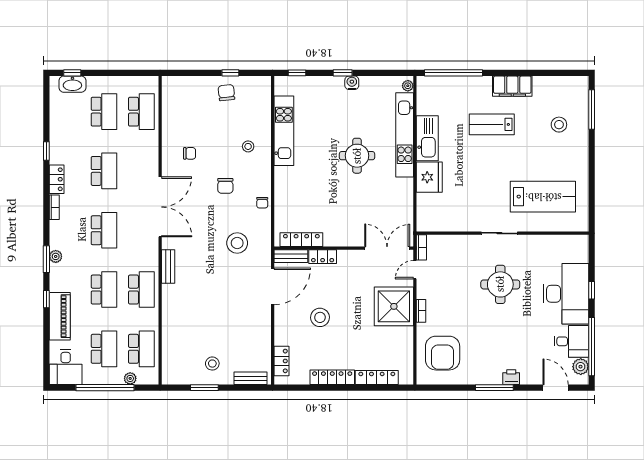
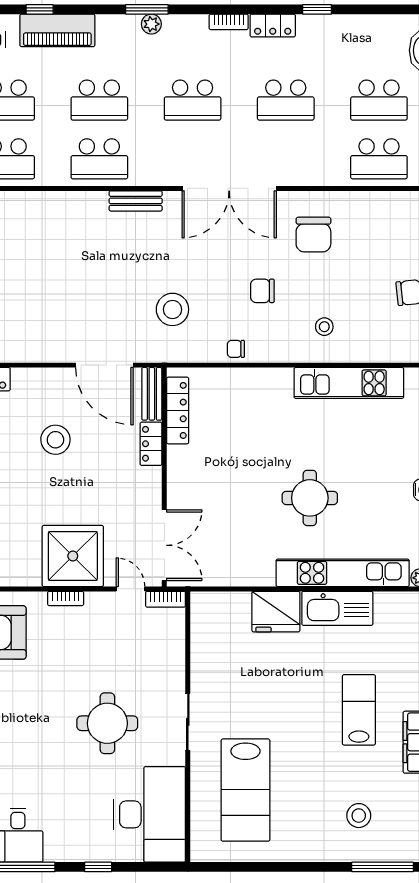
chair: (190, 153) -> (313, 235), width x1.87, depth x1.87
desk: (566, 294) -> (150, 814), moved, turned -90
window: (46, 299) -> (40, 9), moved

